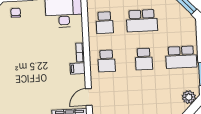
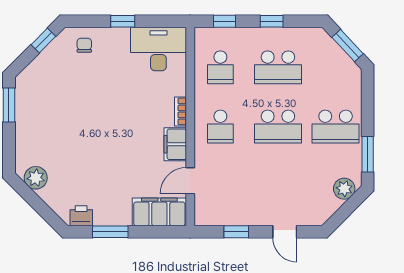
school desk: (144, 59) -> (278, 127), width x1.85
filing cabinet: (78, 68) -> (175, 144), width x2.00

